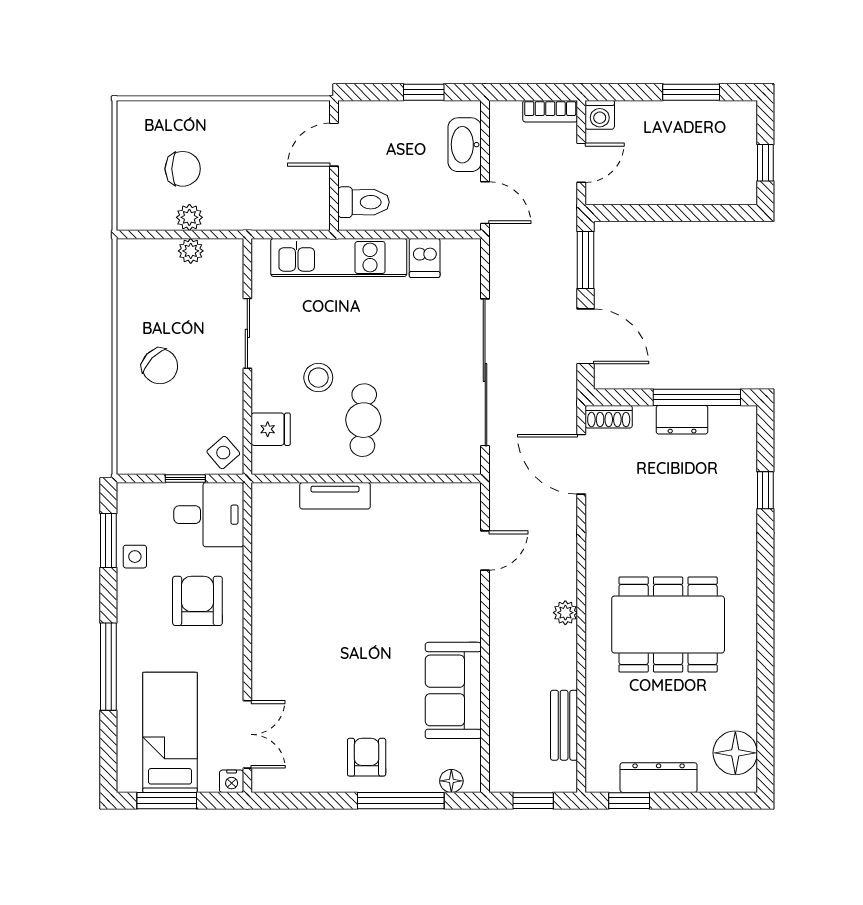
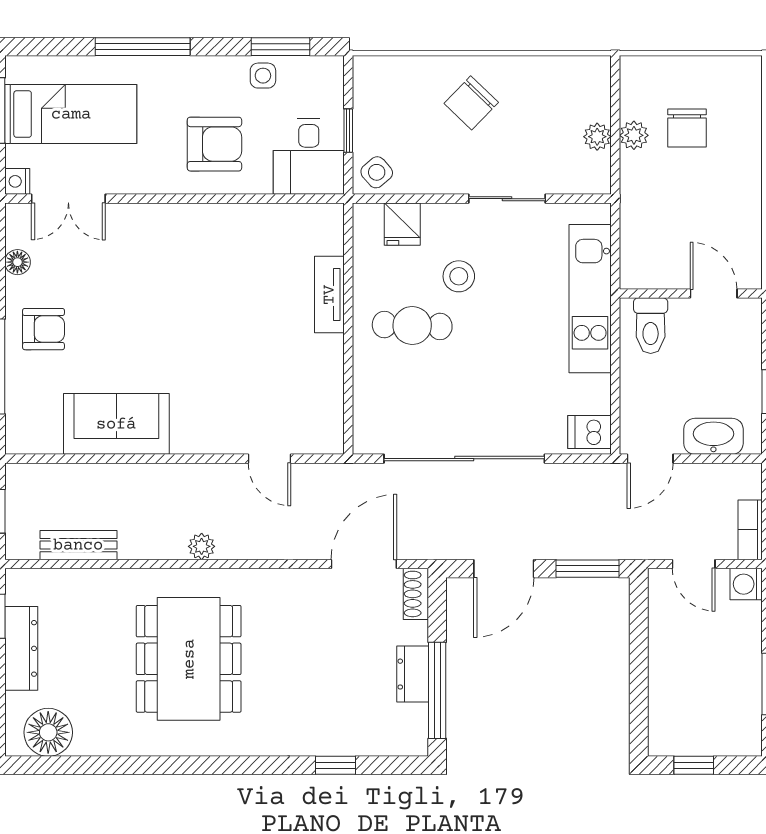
dishwasher: (425, 258) -> (589, 432), moved
floor lamp: (451, 781) -> (17, 262), moved

